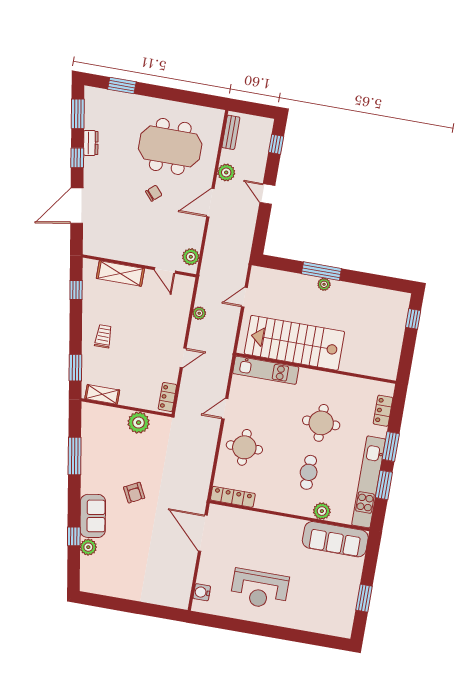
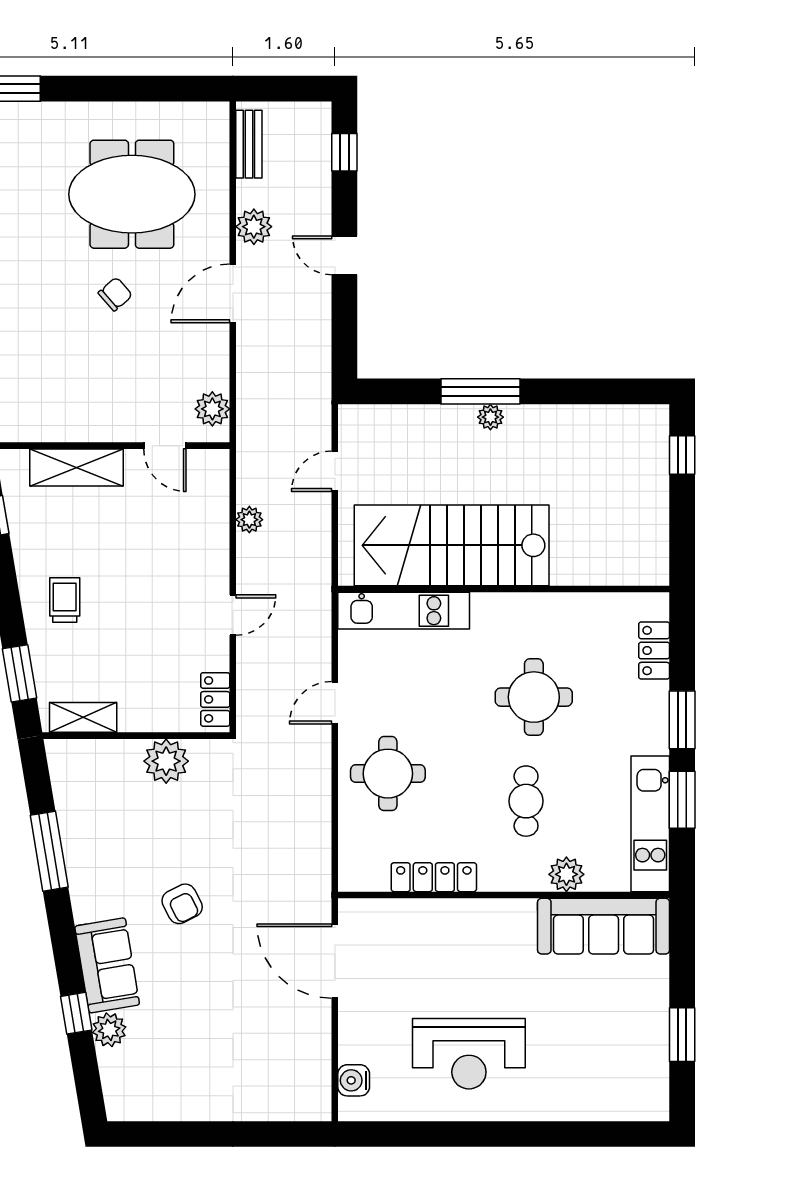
kitchen unit: (369, 482) -> (650, 824), width x0.73
locker: (233, 497) -> (434, 877), moved

